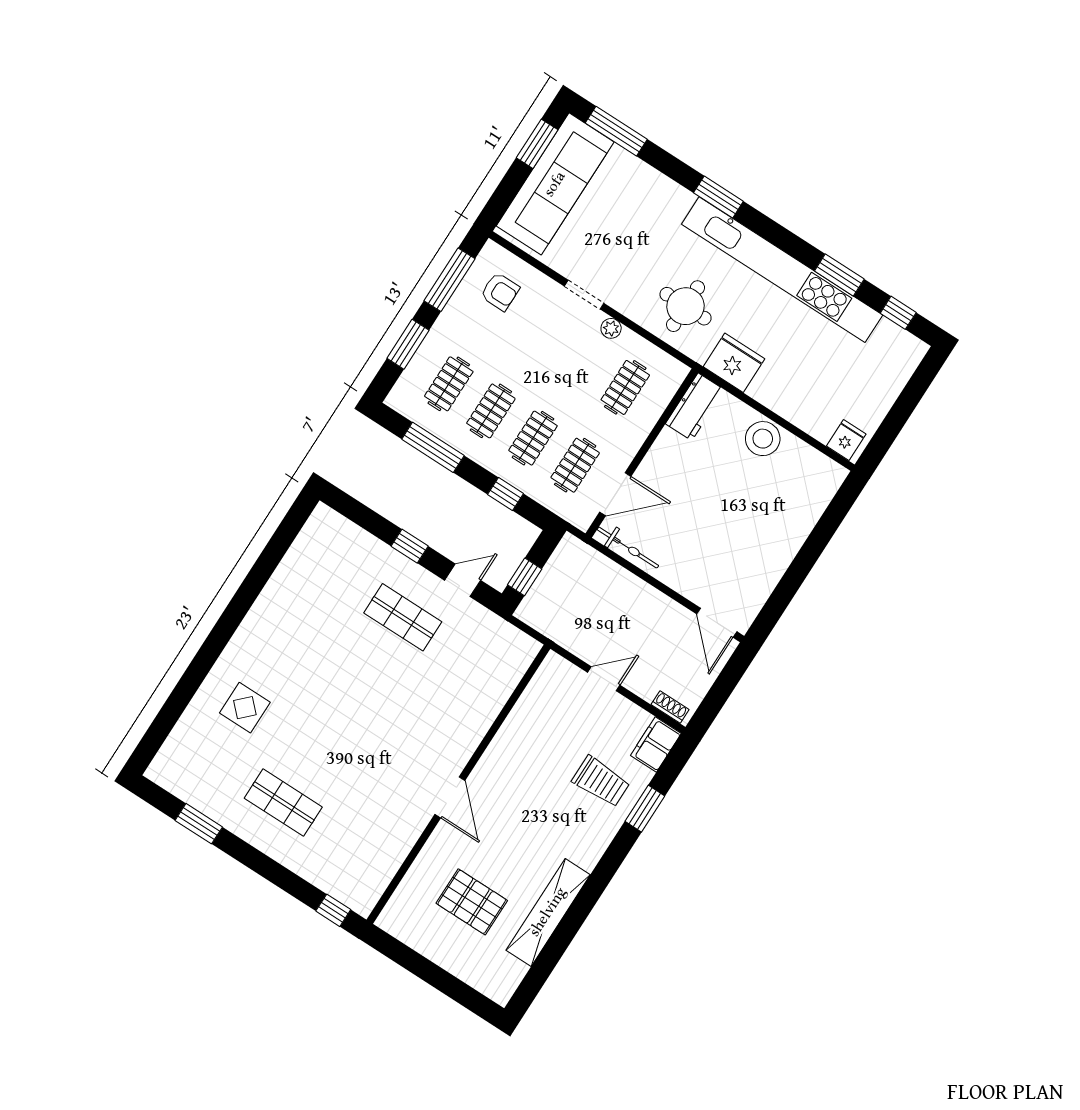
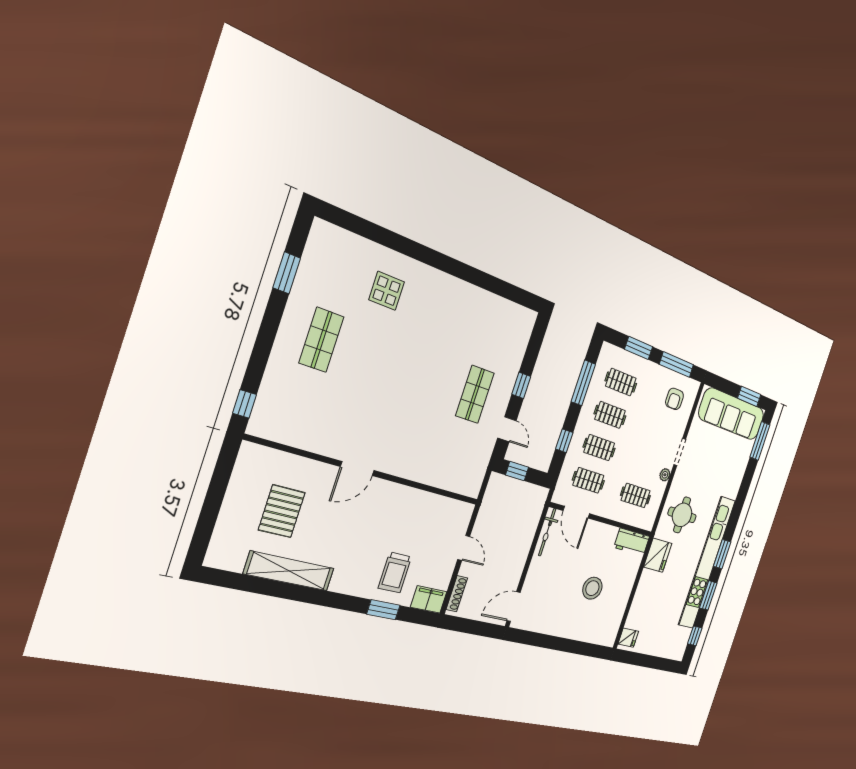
window: (718, 197) -> (722, 554), moved
stool: (763, 439) -> (592, 588), moved
shoe rack: (670, 707) -> (457, 594), width x1.43

